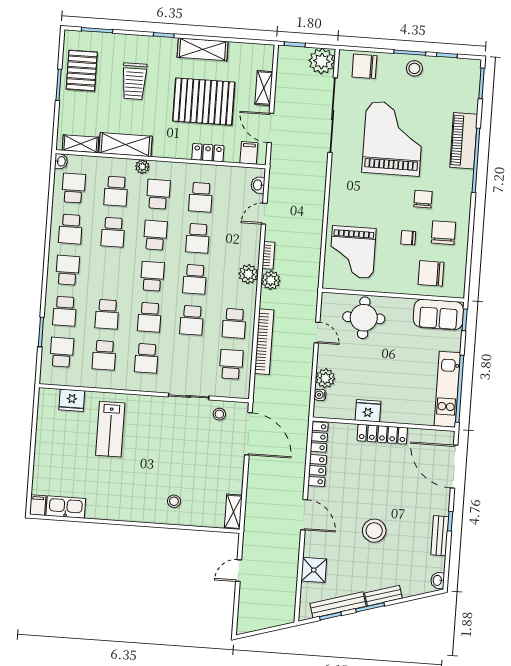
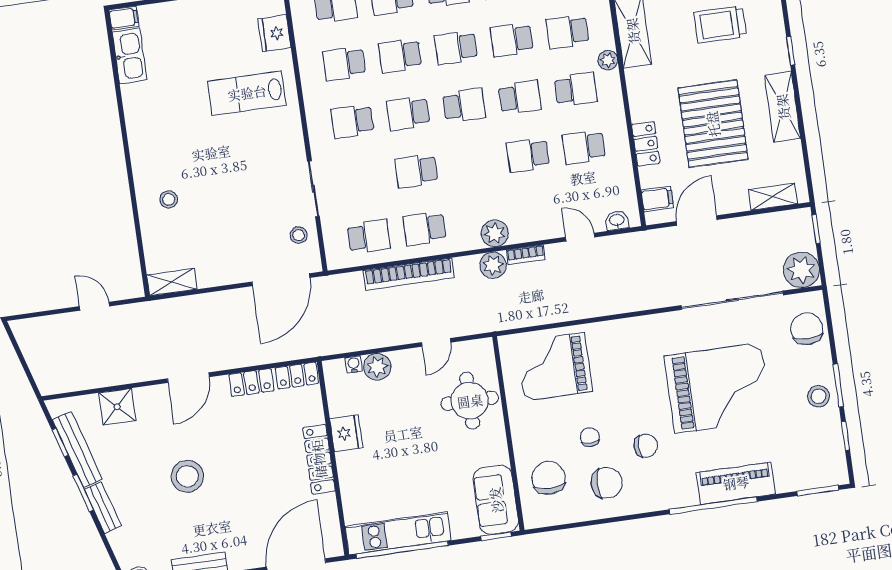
shelving: (264, 88) -> (773, 197), moved
school desk: (195, 279) -> (456, 48), moved

